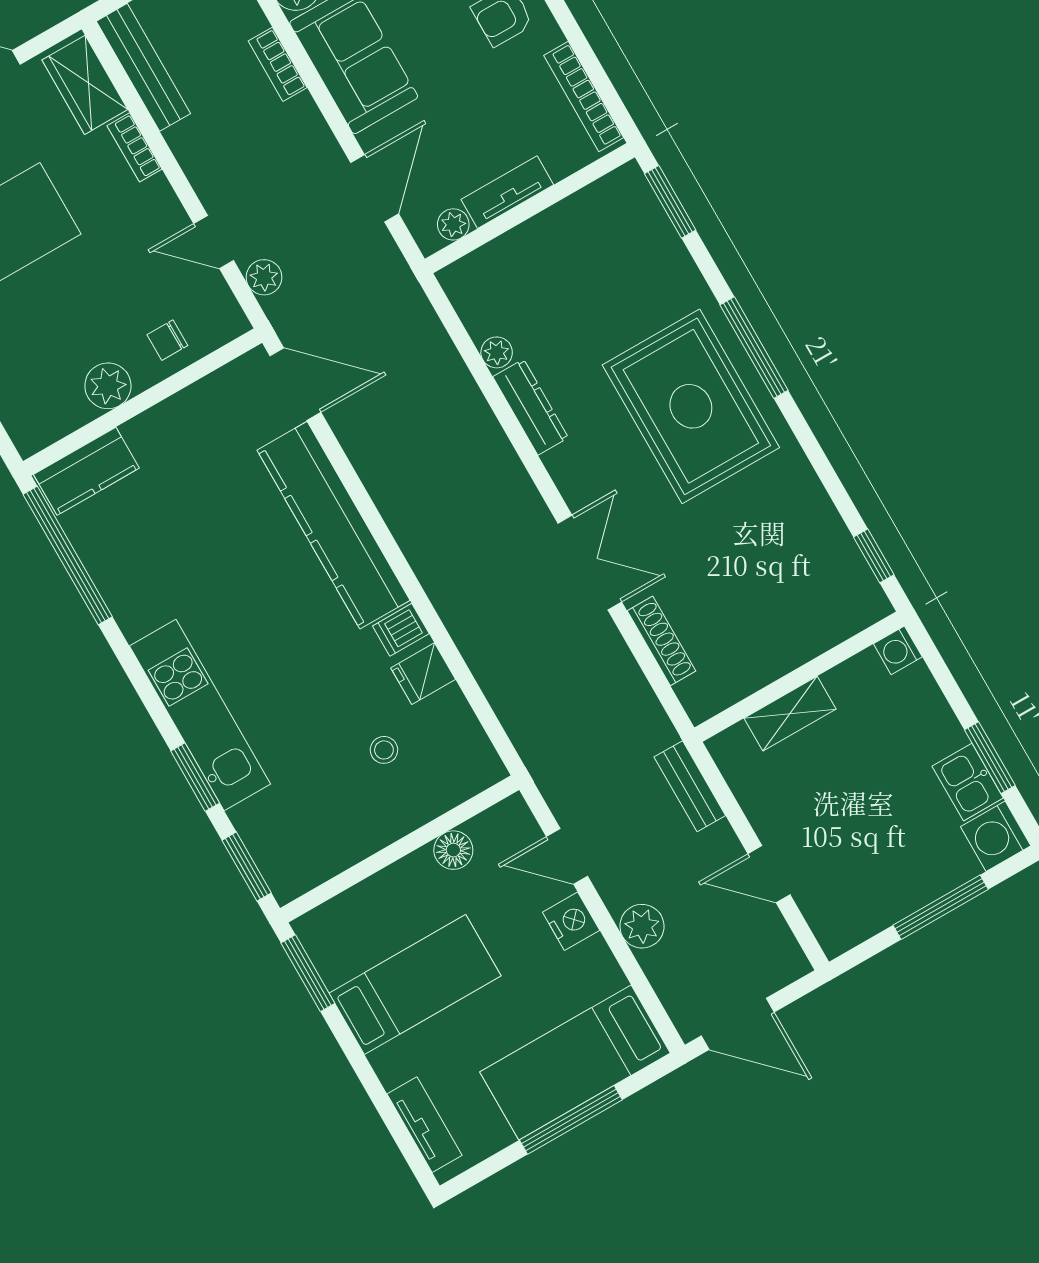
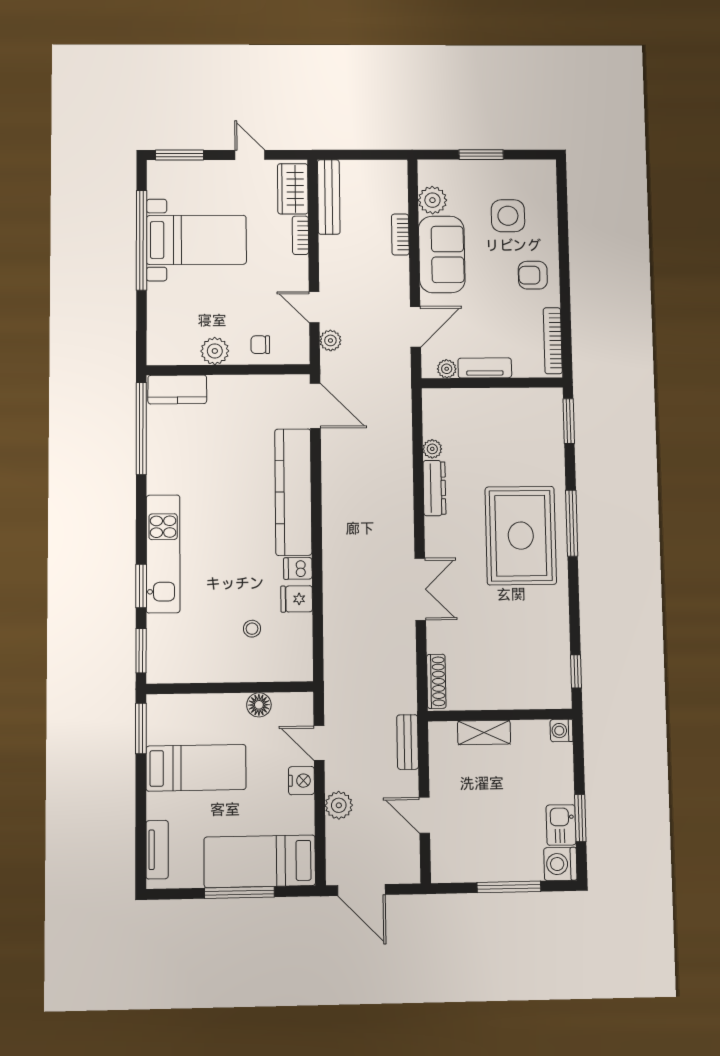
shoe rack: (661, 641) -> (436, 681), moved

